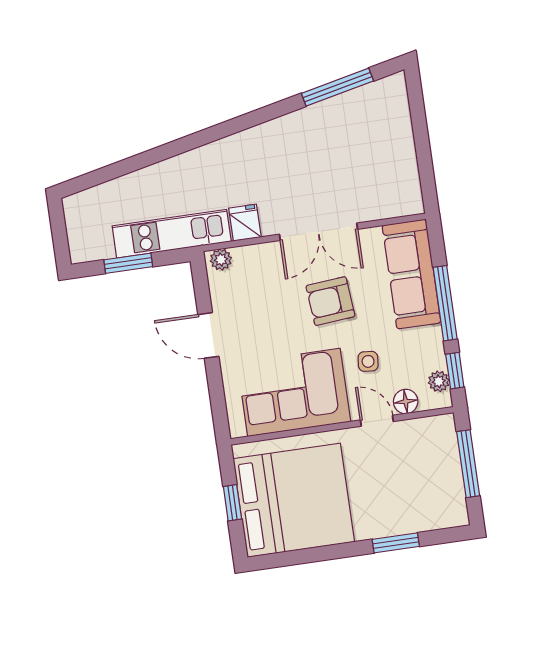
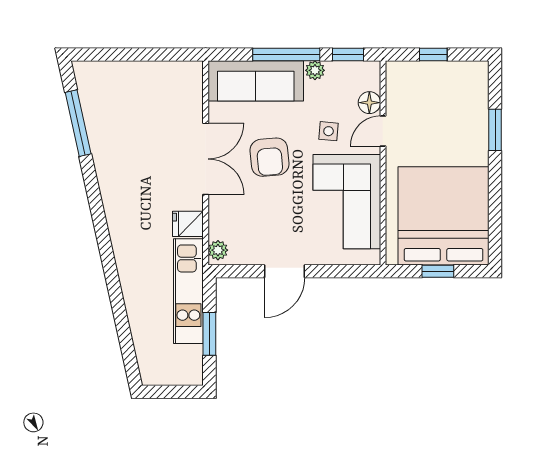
plant: (439, 381) -> (315, 70), moved
window: (468, 464) -> (433, 54), width x0.46

